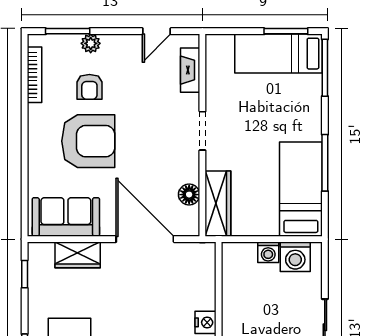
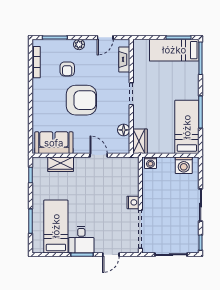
plant: (91, 43) -> (79, 44), moved
armchair: (88, 141) -> (81, 100), moved
wardrobe: (218, 204) -> (140, 141), width x0.67
door: (145, 239) -> (99, 155), width x0.53
washing machine: (268, 252) -> (150, 163), moved

